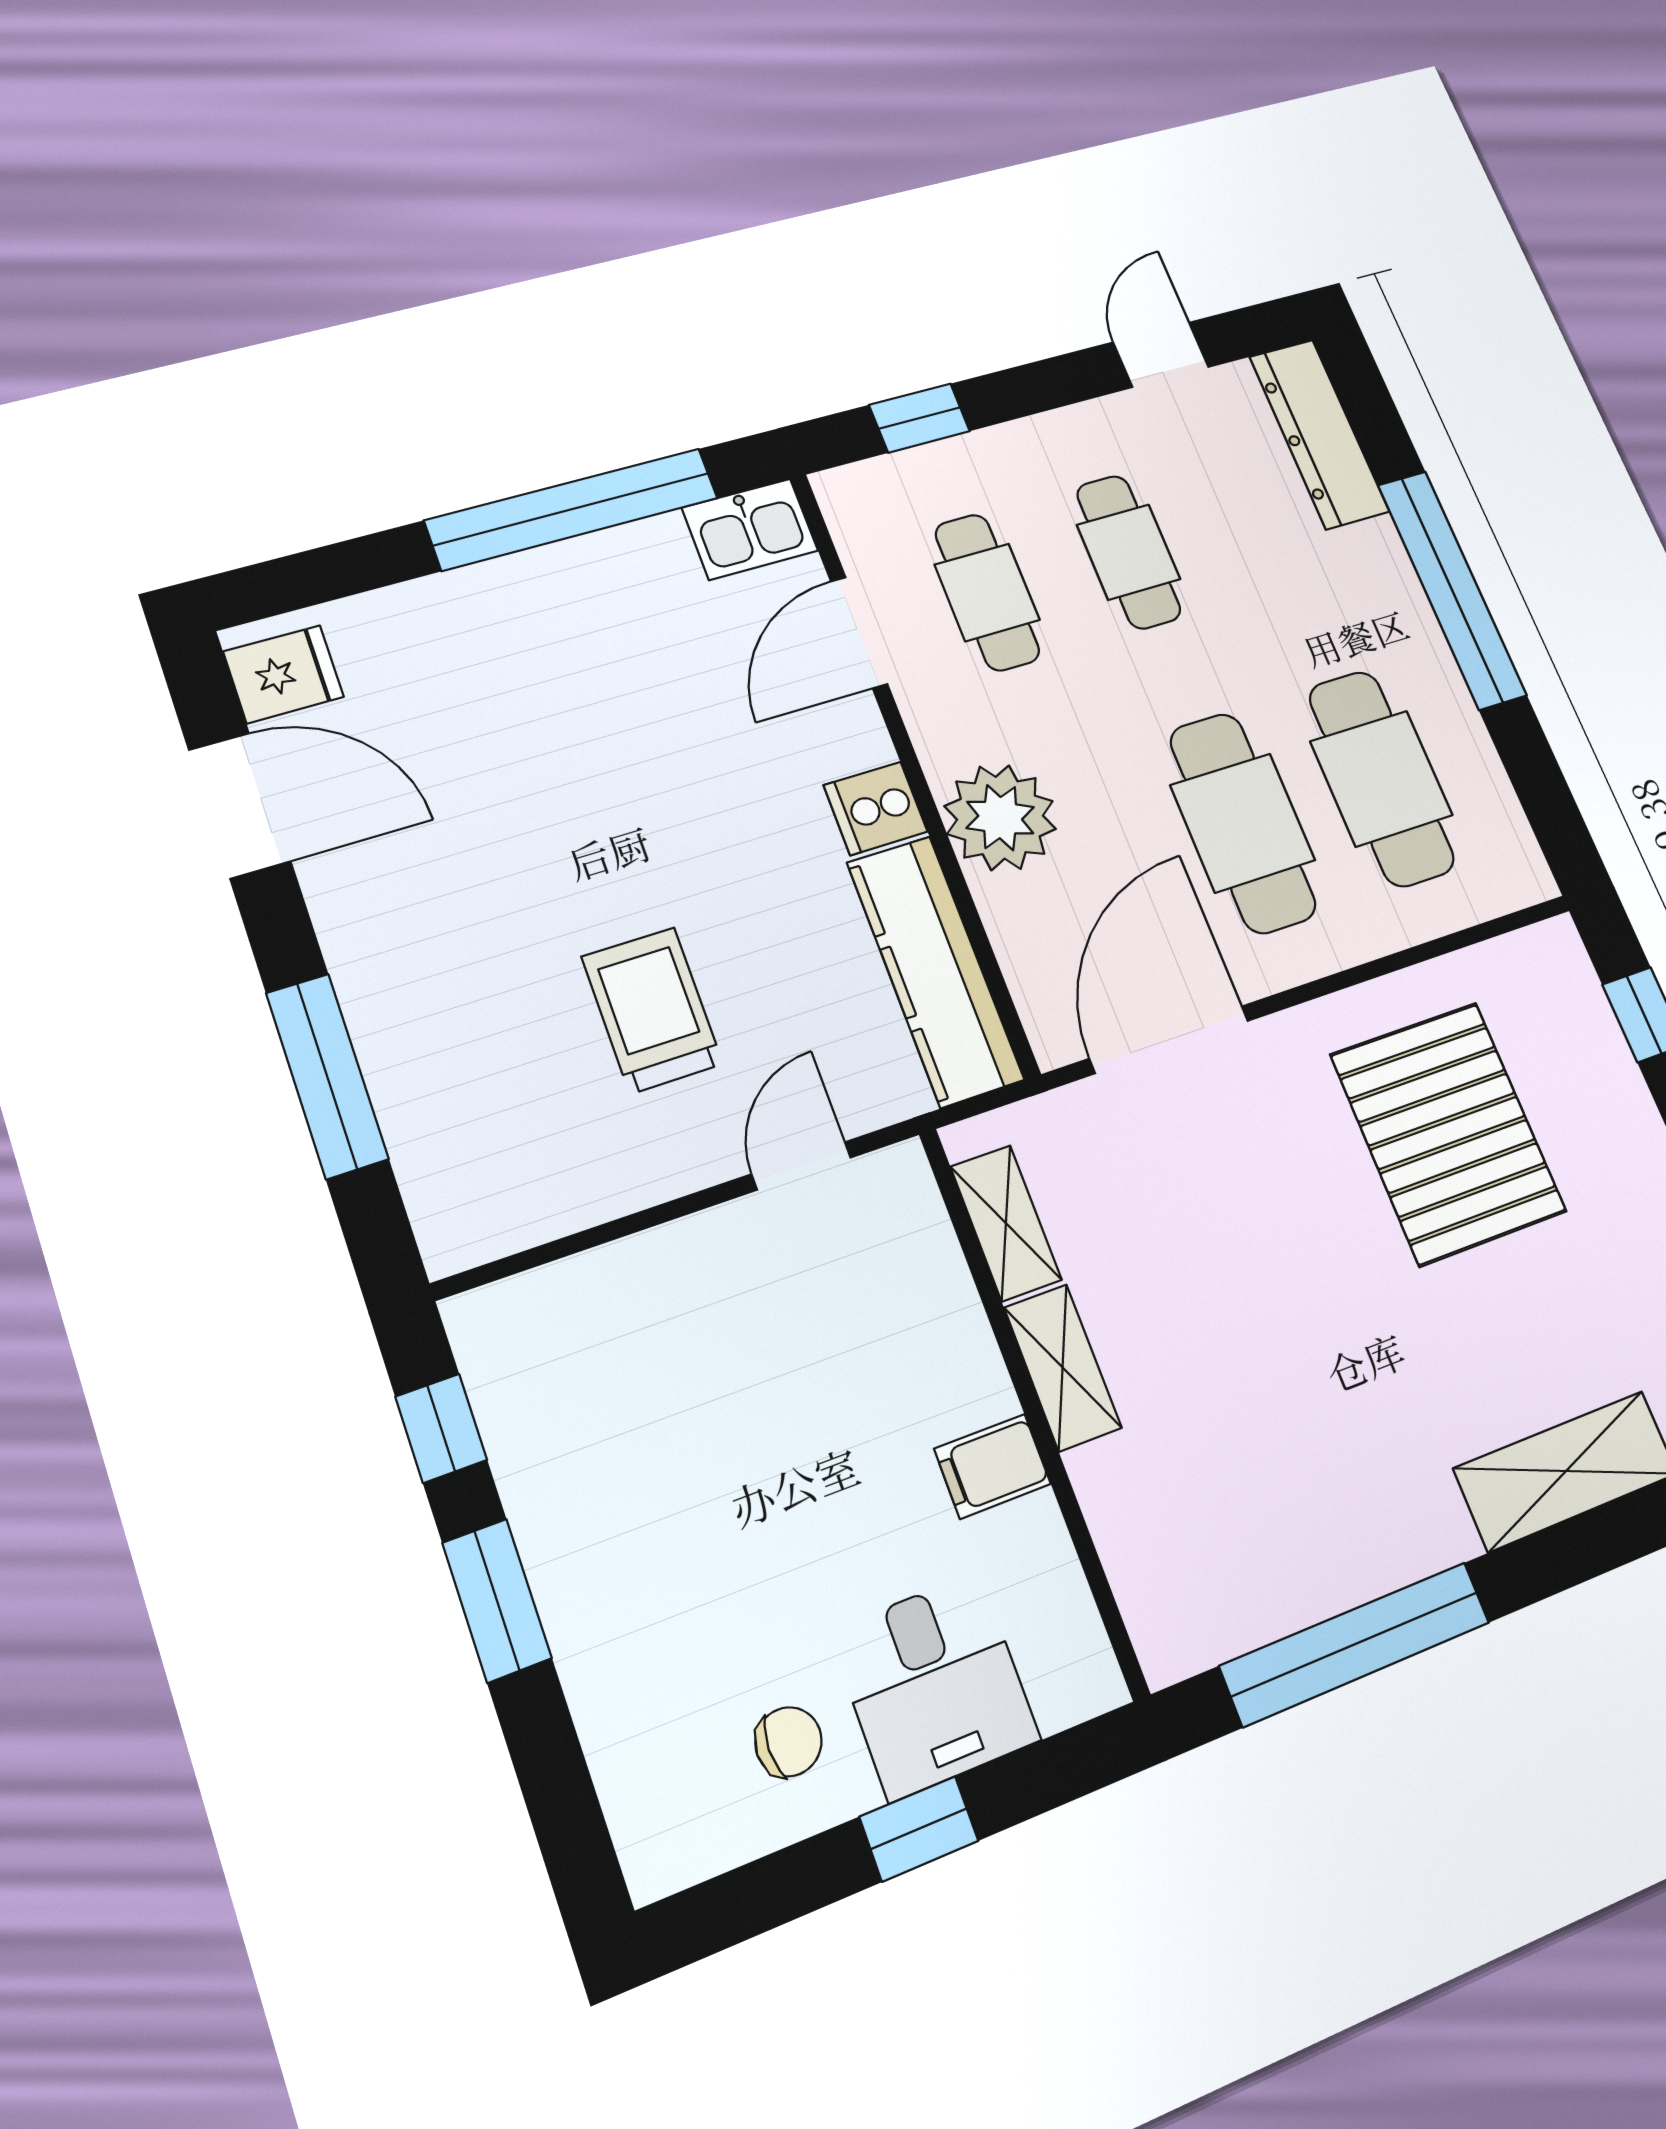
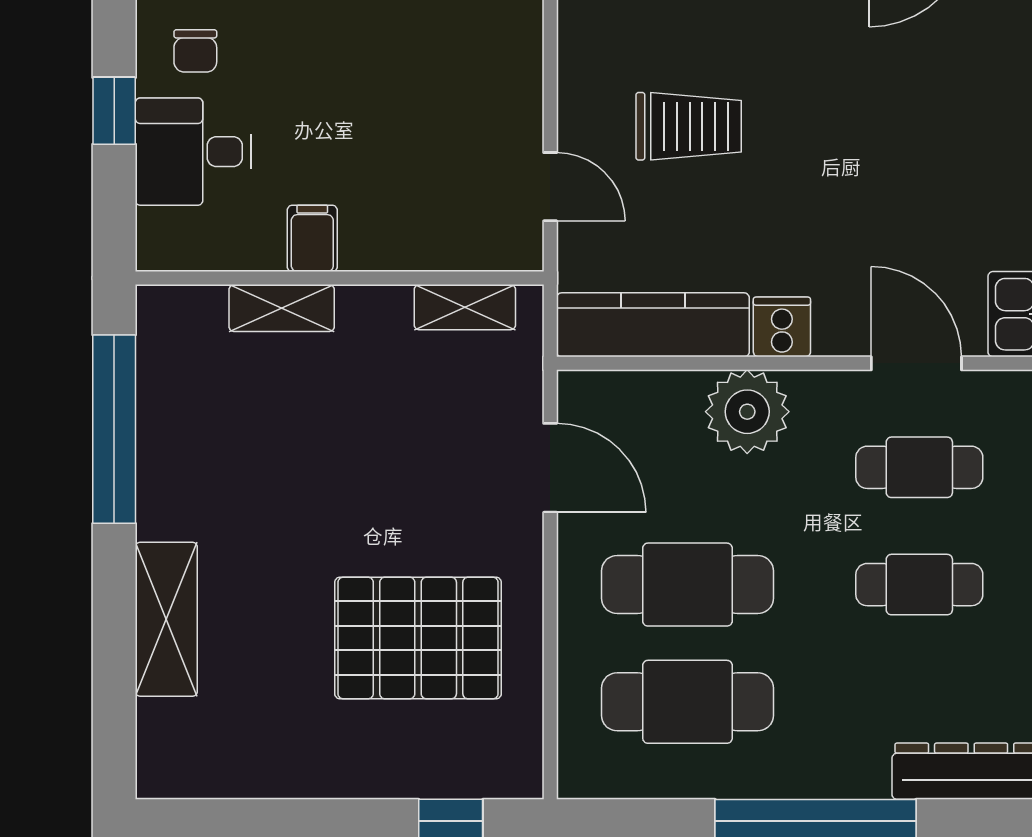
door: (1169, 1040) -> (550, 468), width x0.73
shelving: (1063, 1368) -> (282, 308), moved

